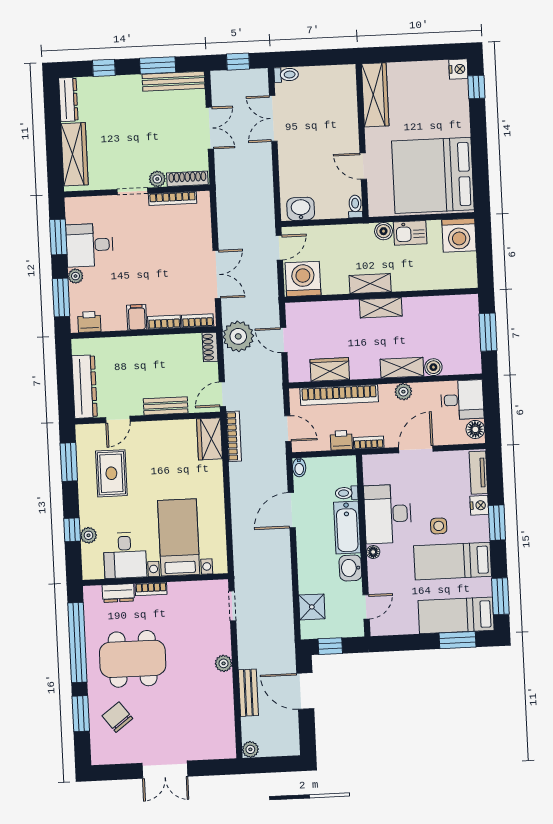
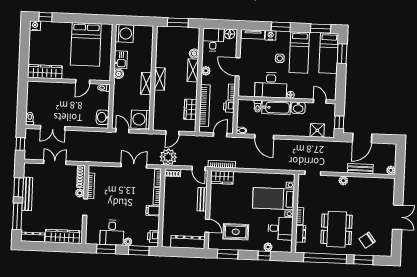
window: (104, 68) -> (17, 216), width x2.17
bench: (174, 81) -> (27, 194), moved
bed: (433, 175) -> (86, 44), width x0.73

